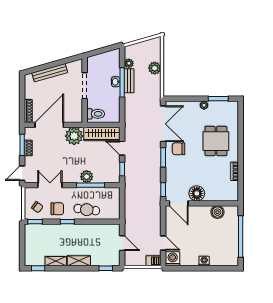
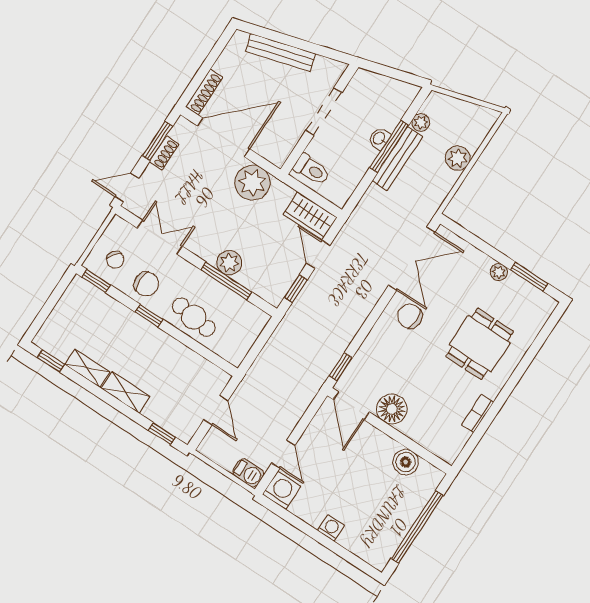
bench: (129, 81) -> (397, 159), width x1.36
wardrobe: (102, 134) -> (310, 216), width x0.67
window: (163, 157) -> (376, 314), removed

